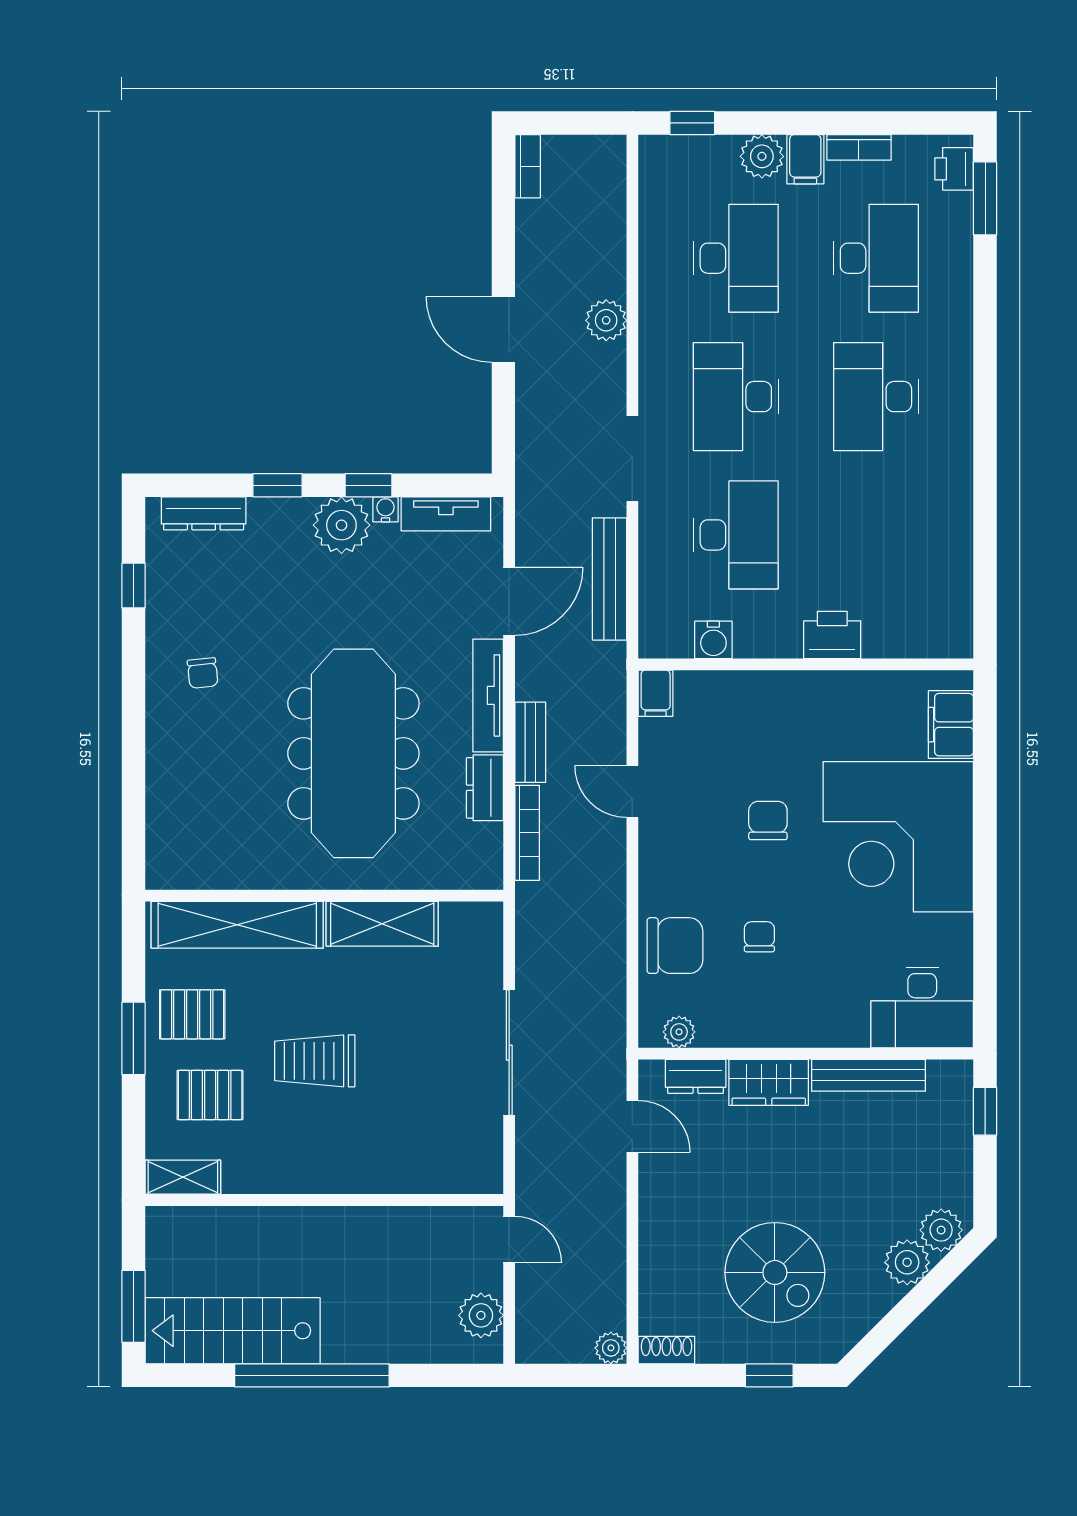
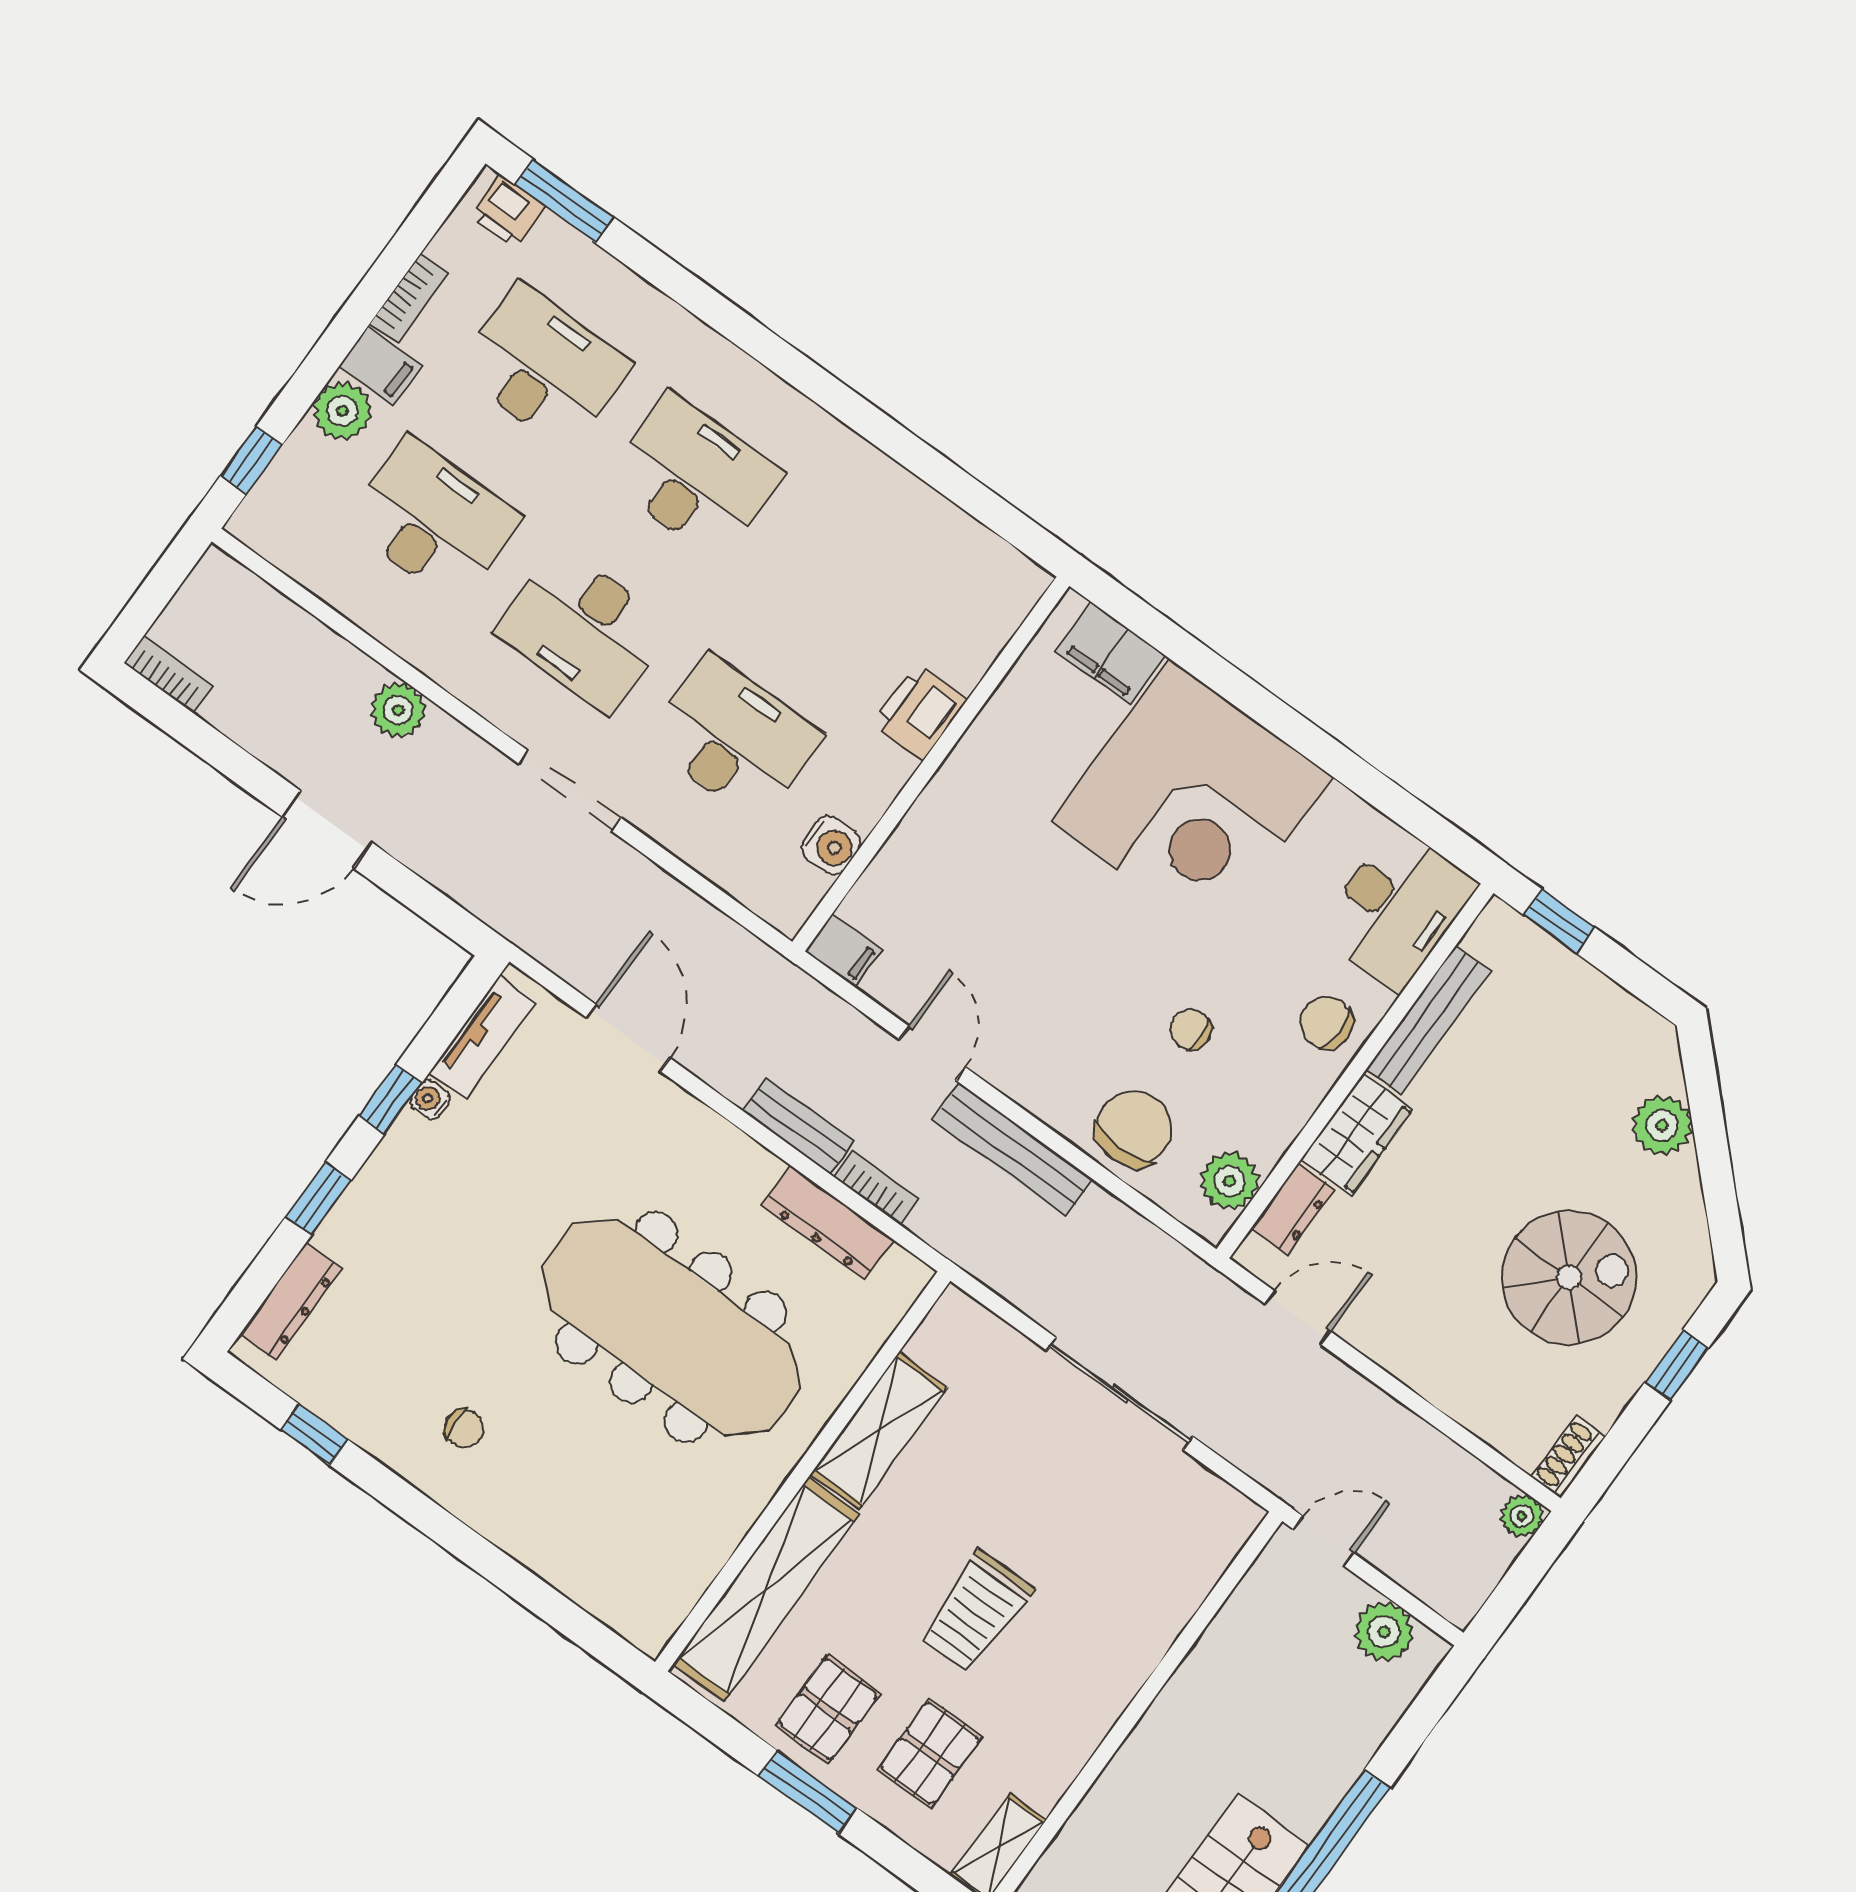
desk: (876, 397) -> (694, 476), turned 180
plant: (341, 525) -> (413, 1160), removed
bench: (610, 579) -> (1013, 1149), moved
tv unit: (488, 695) -> (714, 1135), removed
dresser: (485, 788) -> (828, 1223), width x1.44
door: (632, 791) -> (932, 1053), swing flipped
chair: (768, 821) -> (1326, 1022), moved
bookcase: (527, 833) -> (876, 1187), width x0.64
plant: (679, 1032) -> (1229, 1181), width x1.38, depth x1.38
plant: (941, 1230) -> (1654, 1063), removed

